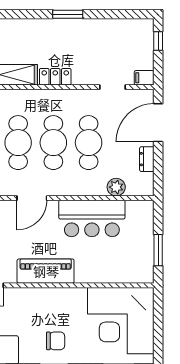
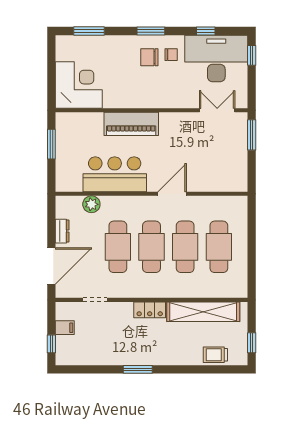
filing cabinet: (144, 78) -> (65, 328), moved
piano: (46, 271) -> (131, 124), moved
corner desk: (121, 321) -> (79, 85), width x0.74, depth x0.74
chair: (33, 344) -> (171, 55), added

